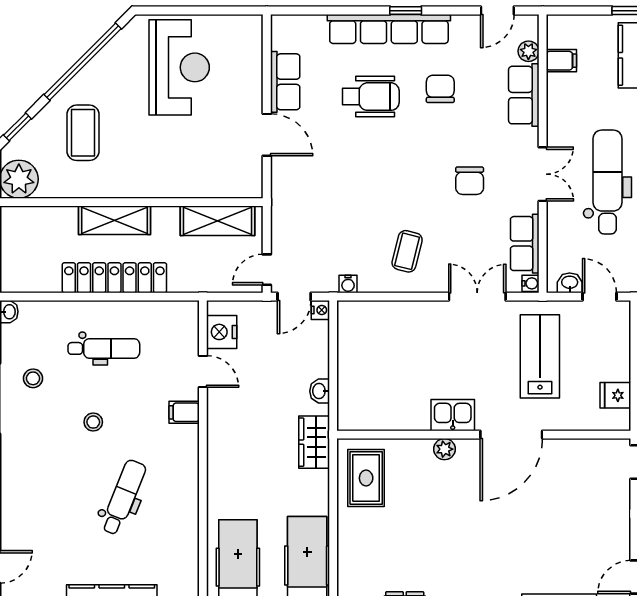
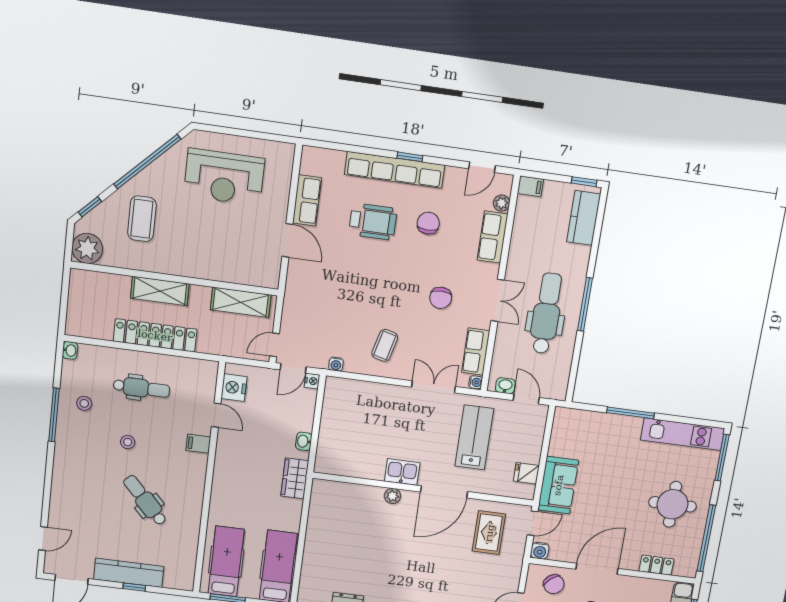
filing cabinet: (561, 61) -> (530, 186), moved
reception desk: (179, 67) -> (224, 177), turned 90
rug: (366, 478) -> (489, 533), moved
dental chair: (123, 497) -> (145, 500), turned -65

